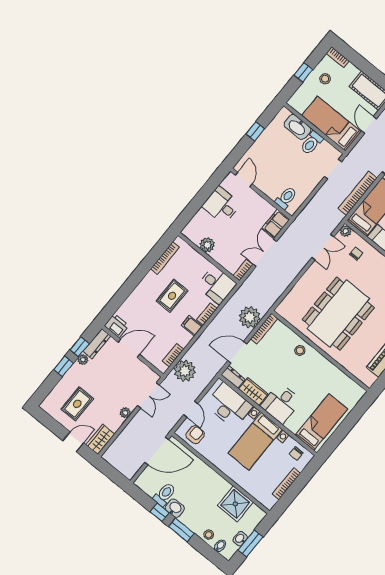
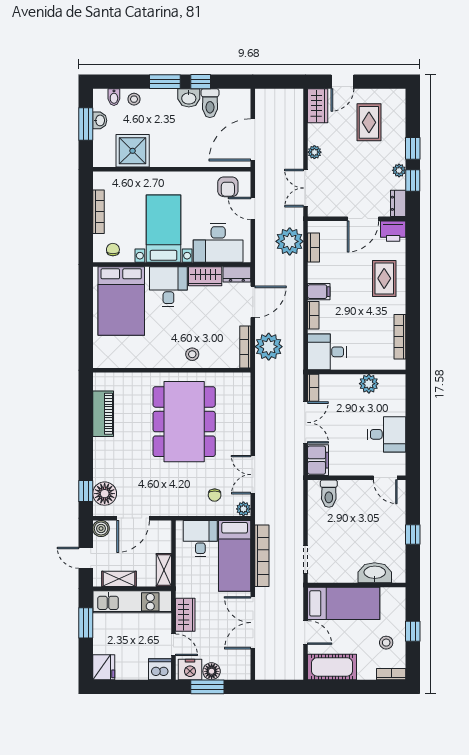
toilet: (312, 143) -> (348, 569), removed
rug: (172, 296) -> (384, 278), moved
dresser: (97, 344) -> (398, 203), width x0.70
bed: (321, 422) -> (121, 301), width x1.50

